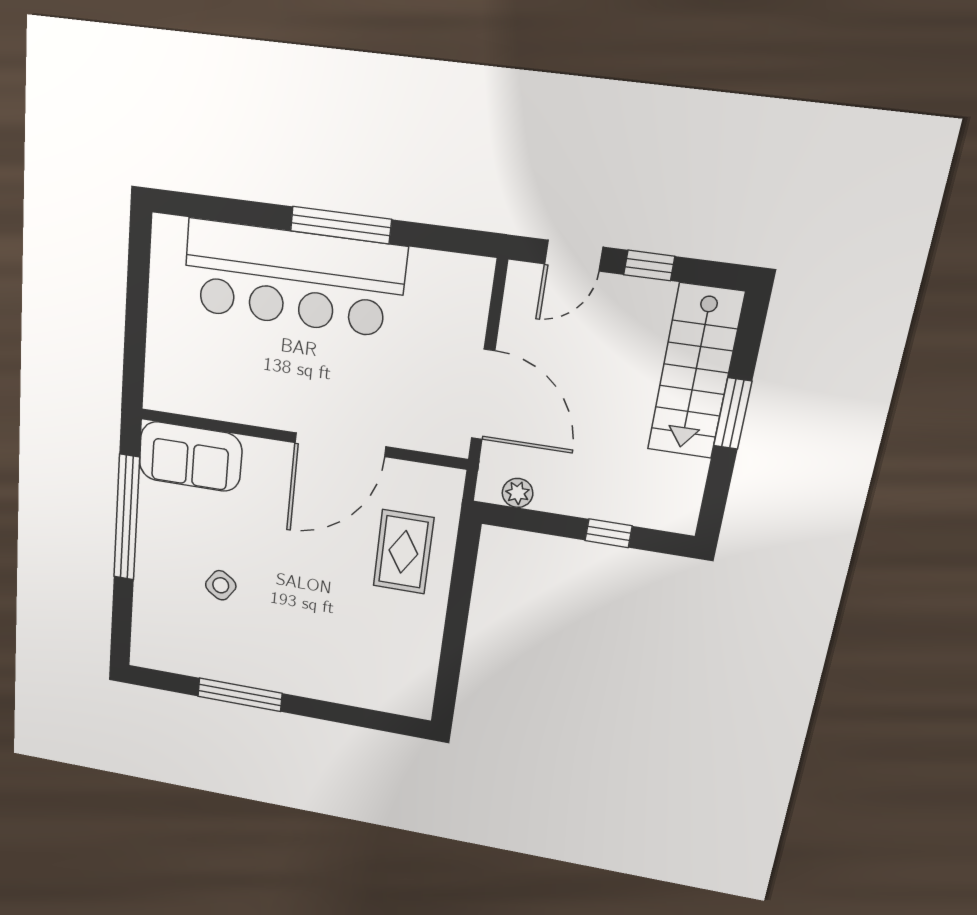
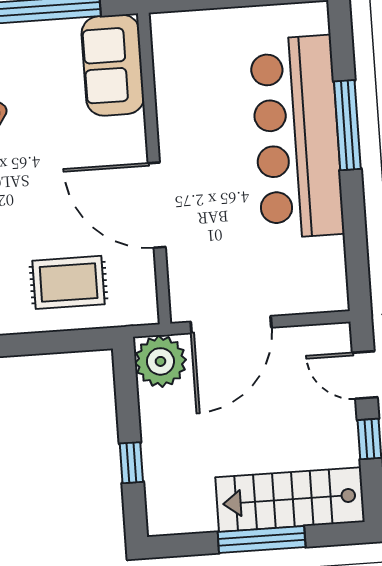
window: (341, 225) -> (347, 125), moved
window: (733, 414) -> (262, 540), width x1.44
plant: (518, 493) -> (160, 361), width x1.87, depth x1.87

